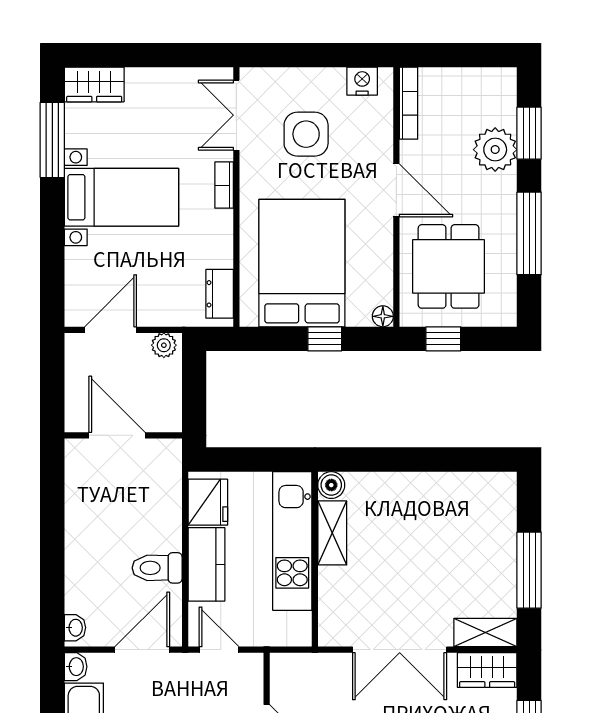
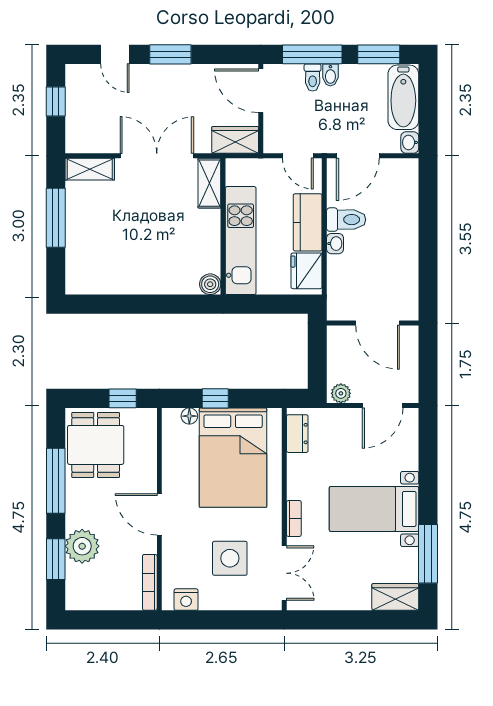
dining table: (449, 266) -> (96, 445), moved
floor lamp: (383, 316) -> (189, 416), moved
shelving: (332, 533) -> (209, 183), moved
washbasin: (75, 628) -> (335, 244), moved, turned 180
wardrobe: (487, 670) -> (235, 140), moved

